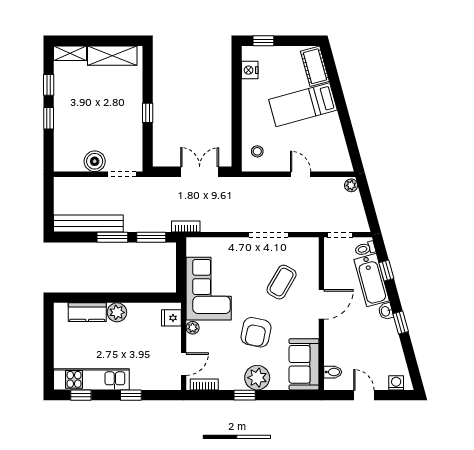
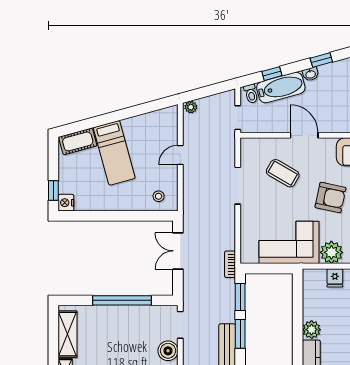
nightstand: (250, 70) -> (66, 203), moved, turned 90
window: (148, 113) -> (122, 300), width x3.17
fridge: (171, 318) -> (335, 278), moved
plant: (193, 328) -> (331, 252), width x1.88, depth x1.88

